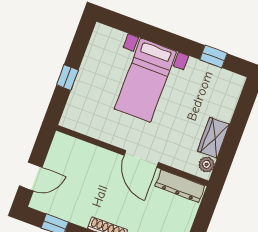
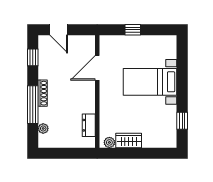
door: (141, 159) -> (97, 68), moved
dresser: (180, 186) -> (89, 125), width x0.70

